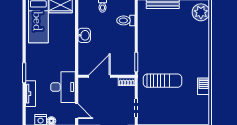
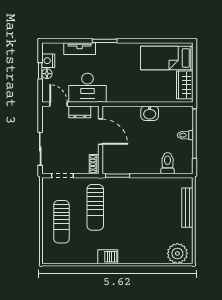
barbecue: (204, 86) -> (108, 257), moved
dresser: (83, 93) -> (80, 112), added
sun lounger: (174, 109) -> (61, 222), added
door: (77, 111) -> (58, 104), swing flipped

